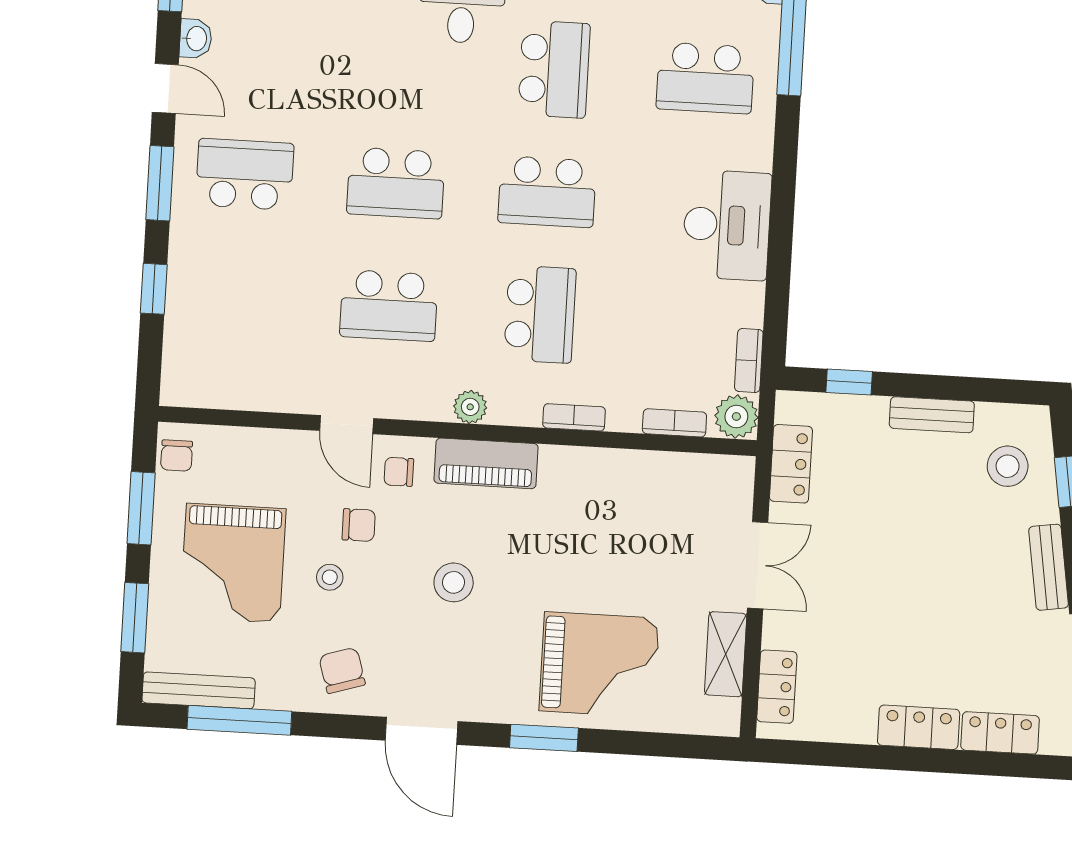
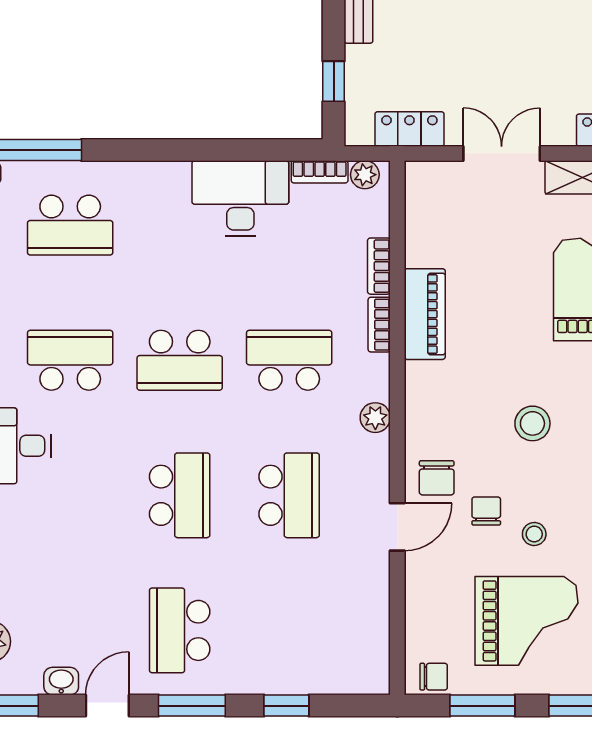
school desk: (705, 78) -> (70, 225), turned 90
school desk: (547, 192) -> (180, 360), turned 90
desk: (727, 225) -> (240, 198), moved
plant: (736, 417) -> (365, 175), width x0.73, depth x0.73
bookcase: (674, 423) -> (379, 266), moved
piano: (486, 463) -> (425, 314), moved
chair: (399, 472) -> (437, 478), width x1.37, depth x1.37

